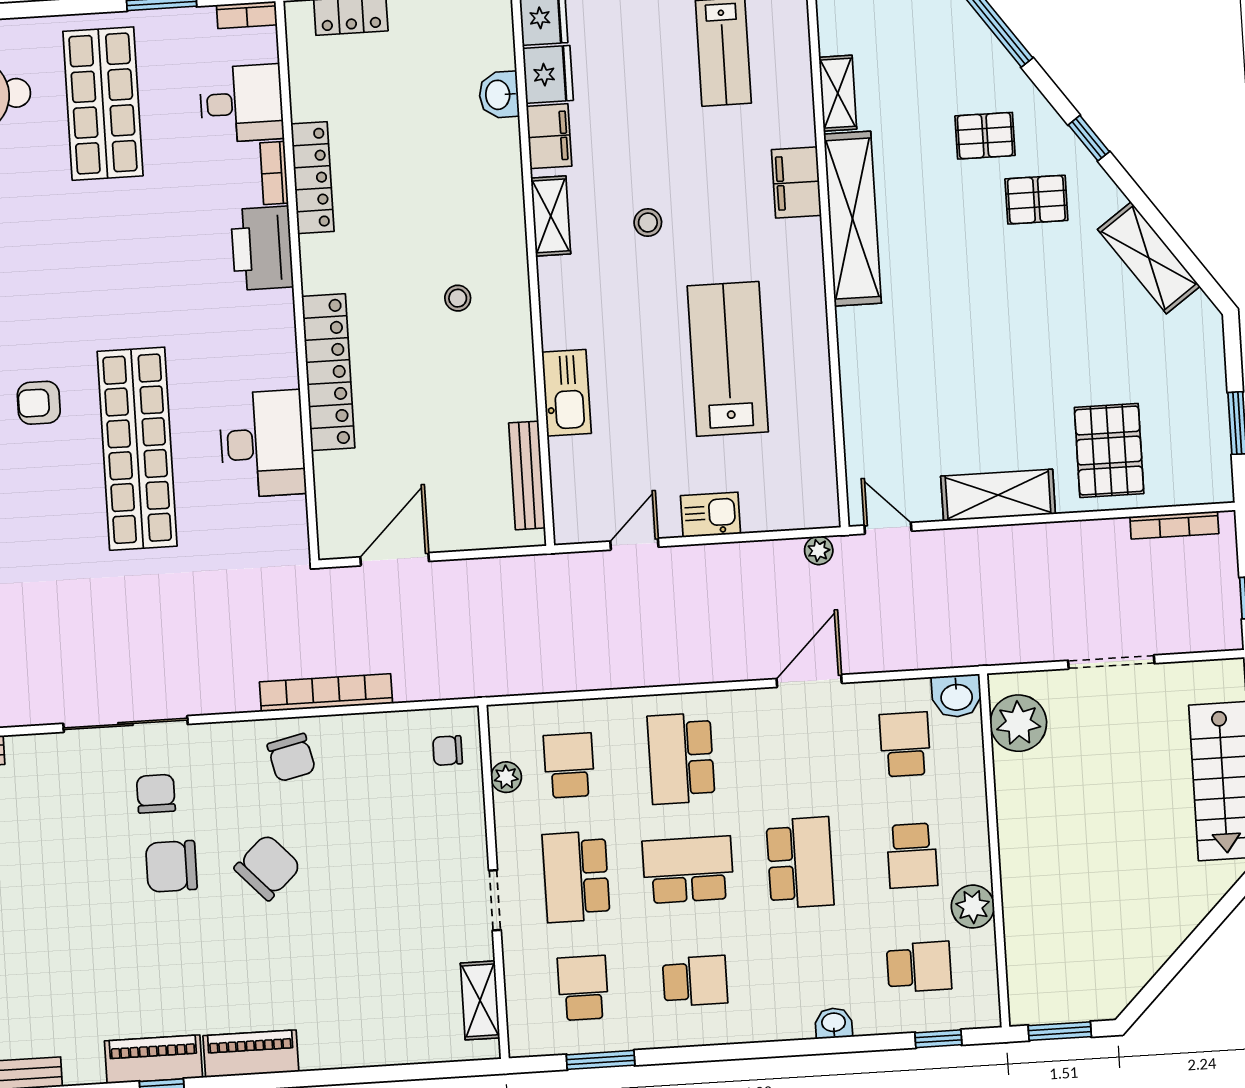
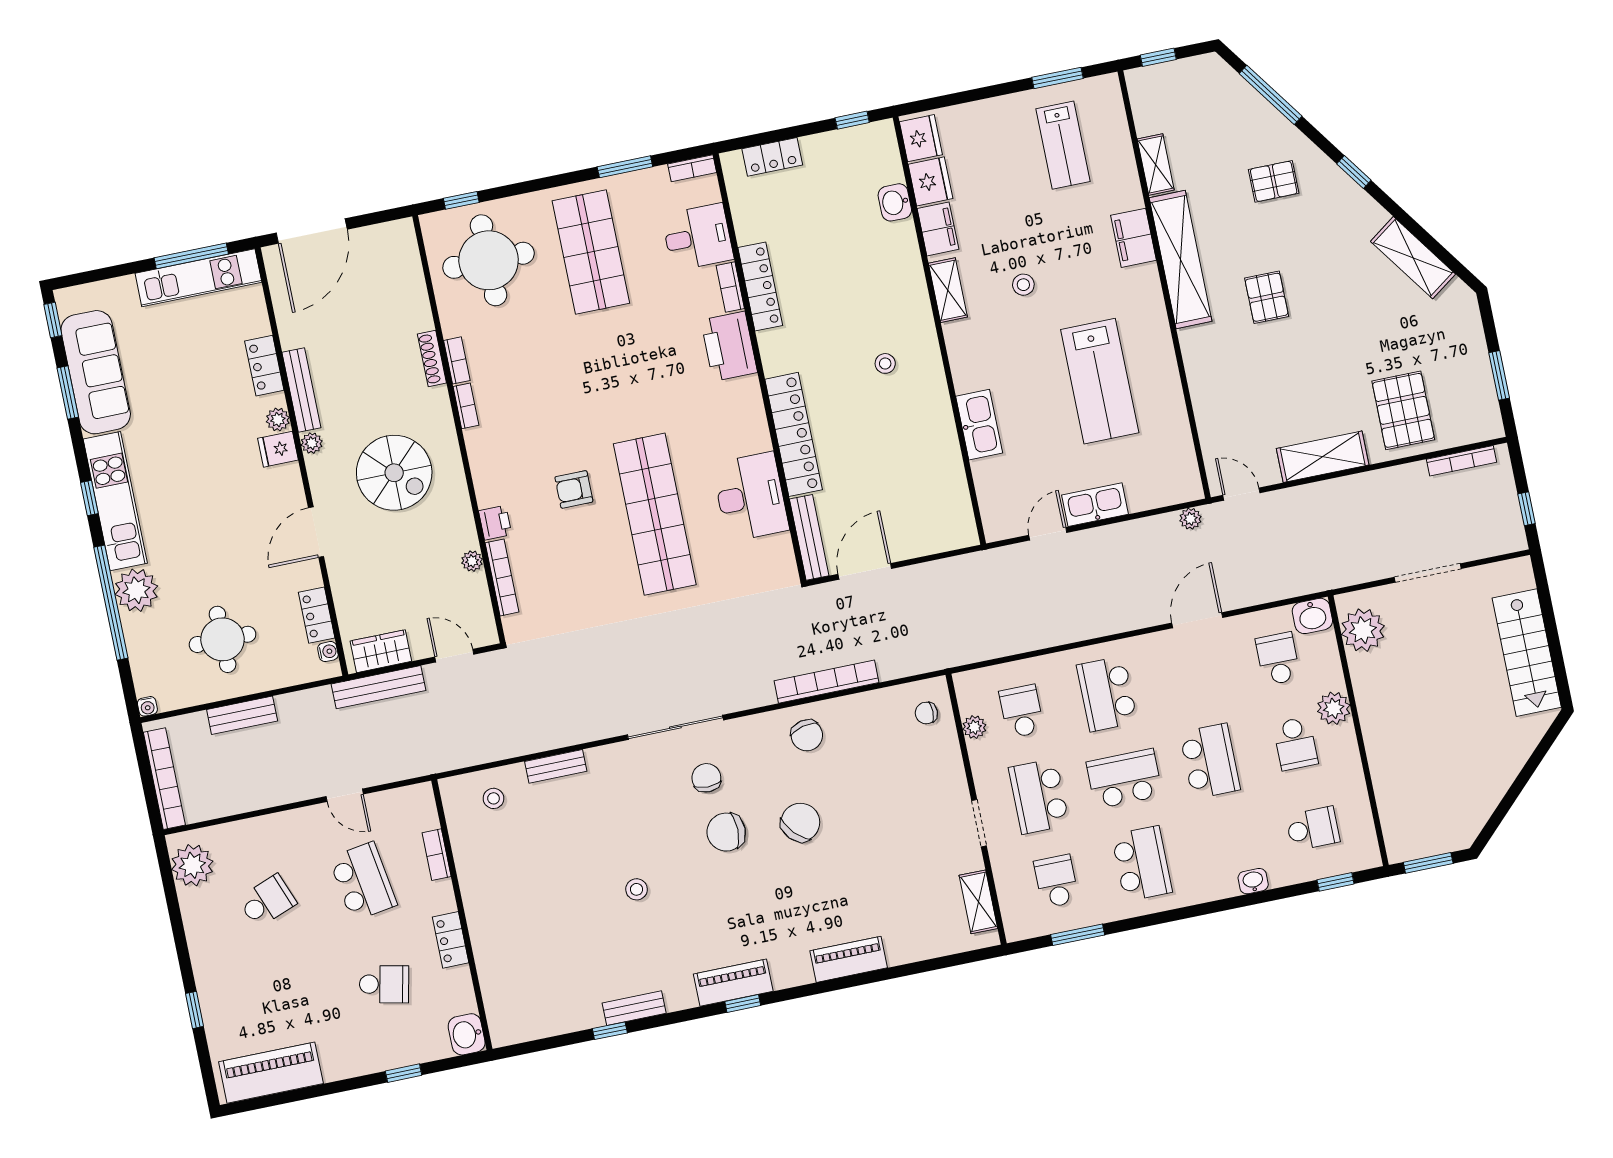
pallet: (1036, 200) -> (1267, 297), moved, turned 90
lab bench: (728, 359) -> (1100, 381), turned 180
bench: (527, 475) -> (809, 537), moved
kitchen sink: (710, 515) -> (1095, 505), width x1.38
plant: (973, 907) -> (1334, 708), moved
stool: (47, 923) -> (637, 889), added
school desk: (695, 981) -> (1142, 864), width x1.85
piano: (251, 1054) -> (849, 959), moved

